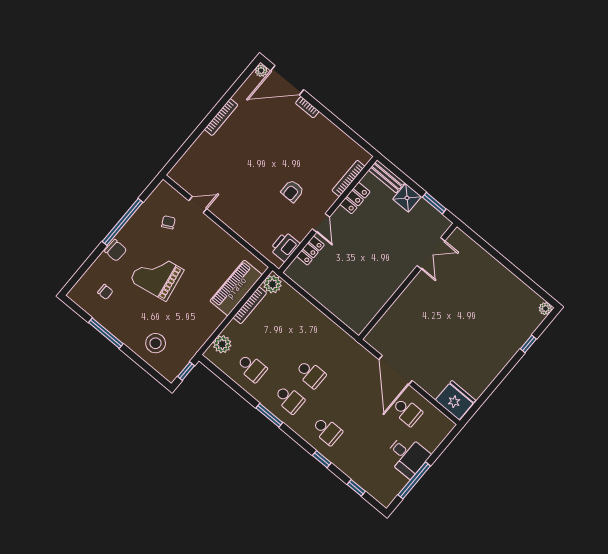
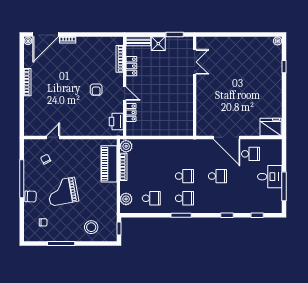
school desk: (327, 431) -> (217, 176), moved

